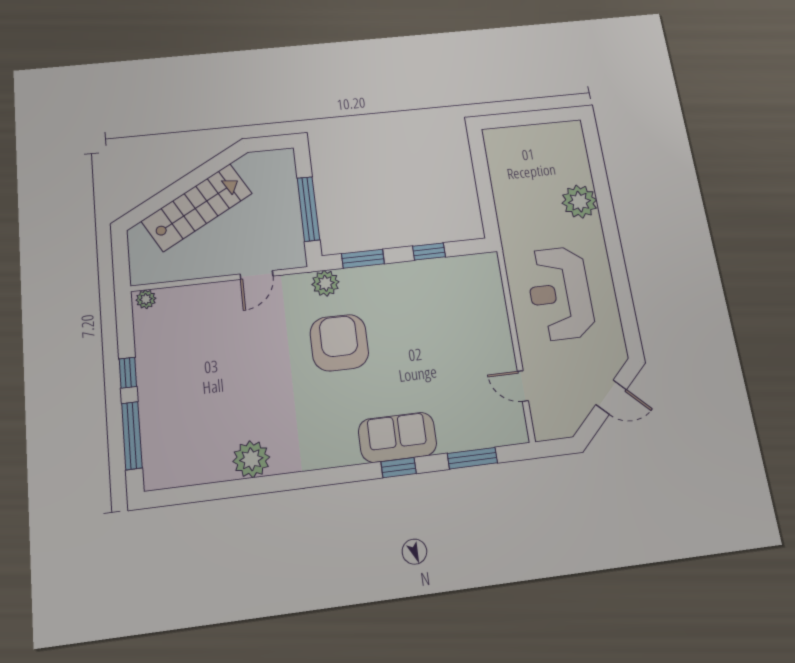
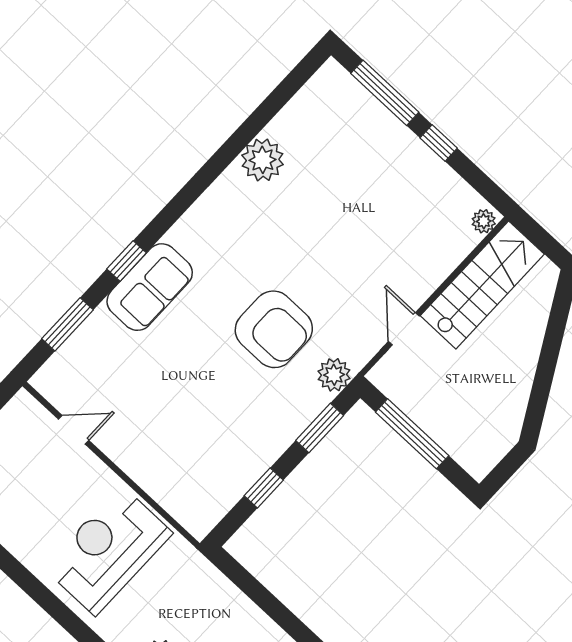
stairs: (197, 207) -> (482, 285), moved, turned -151
reception desk: (560, 293) -> (108, 550), turned -90

